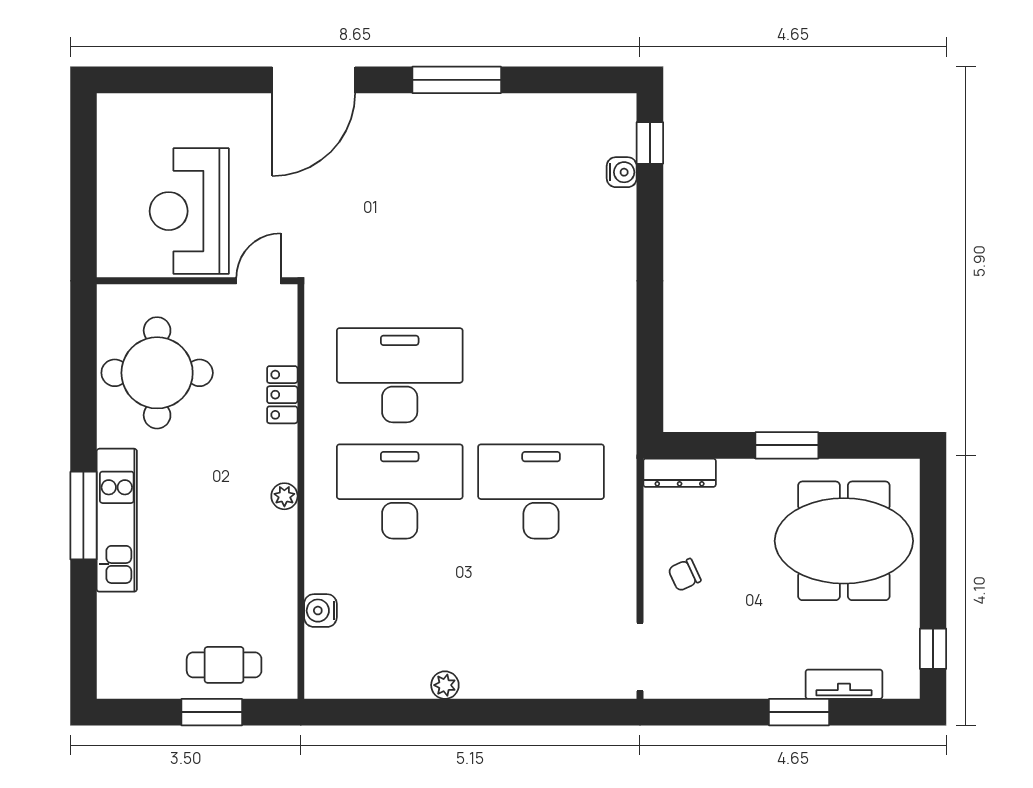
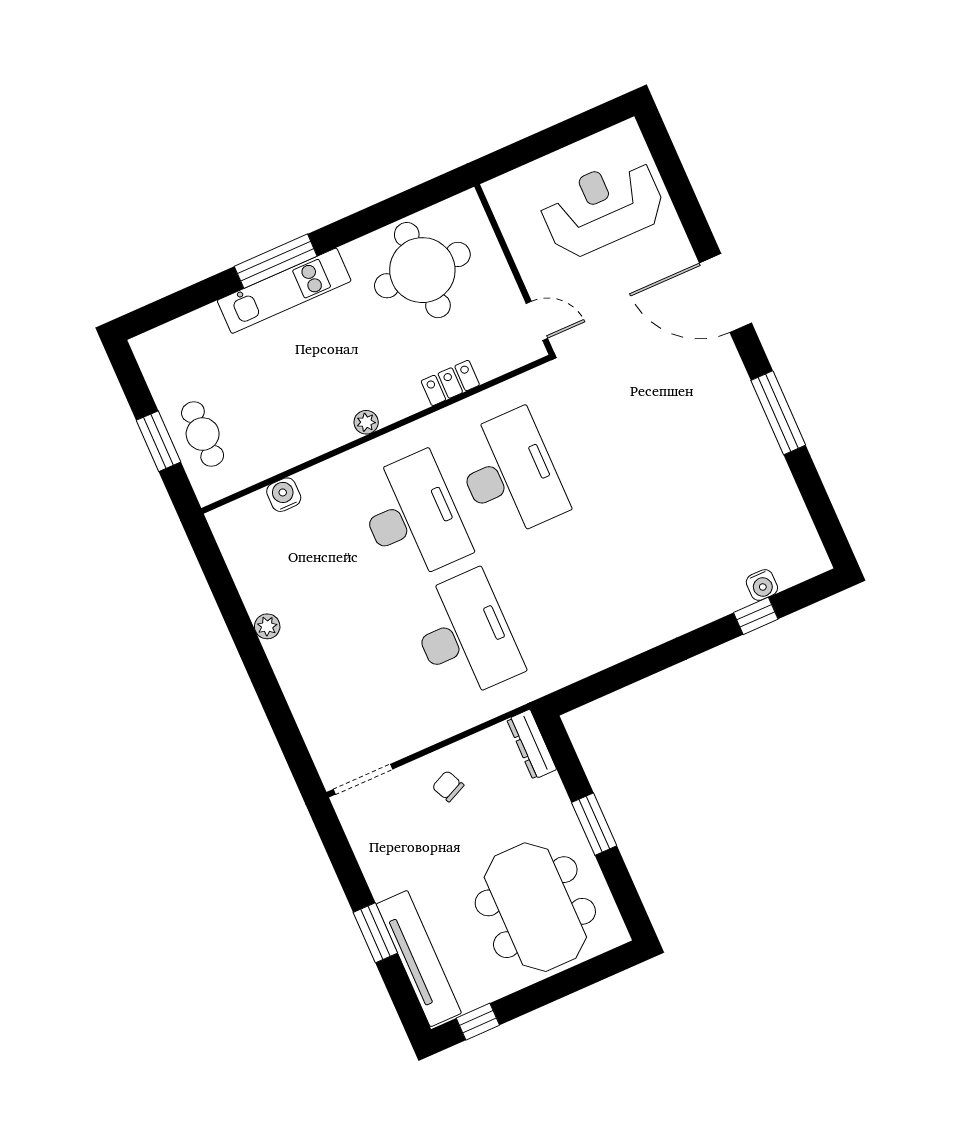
window: (650, 143) -> (756, 616), moved
reception desk: (189, 211) -> (602, 207), moved
tv unit: (844, 684) -> (419, 959), width x1.92, depth x1.29

